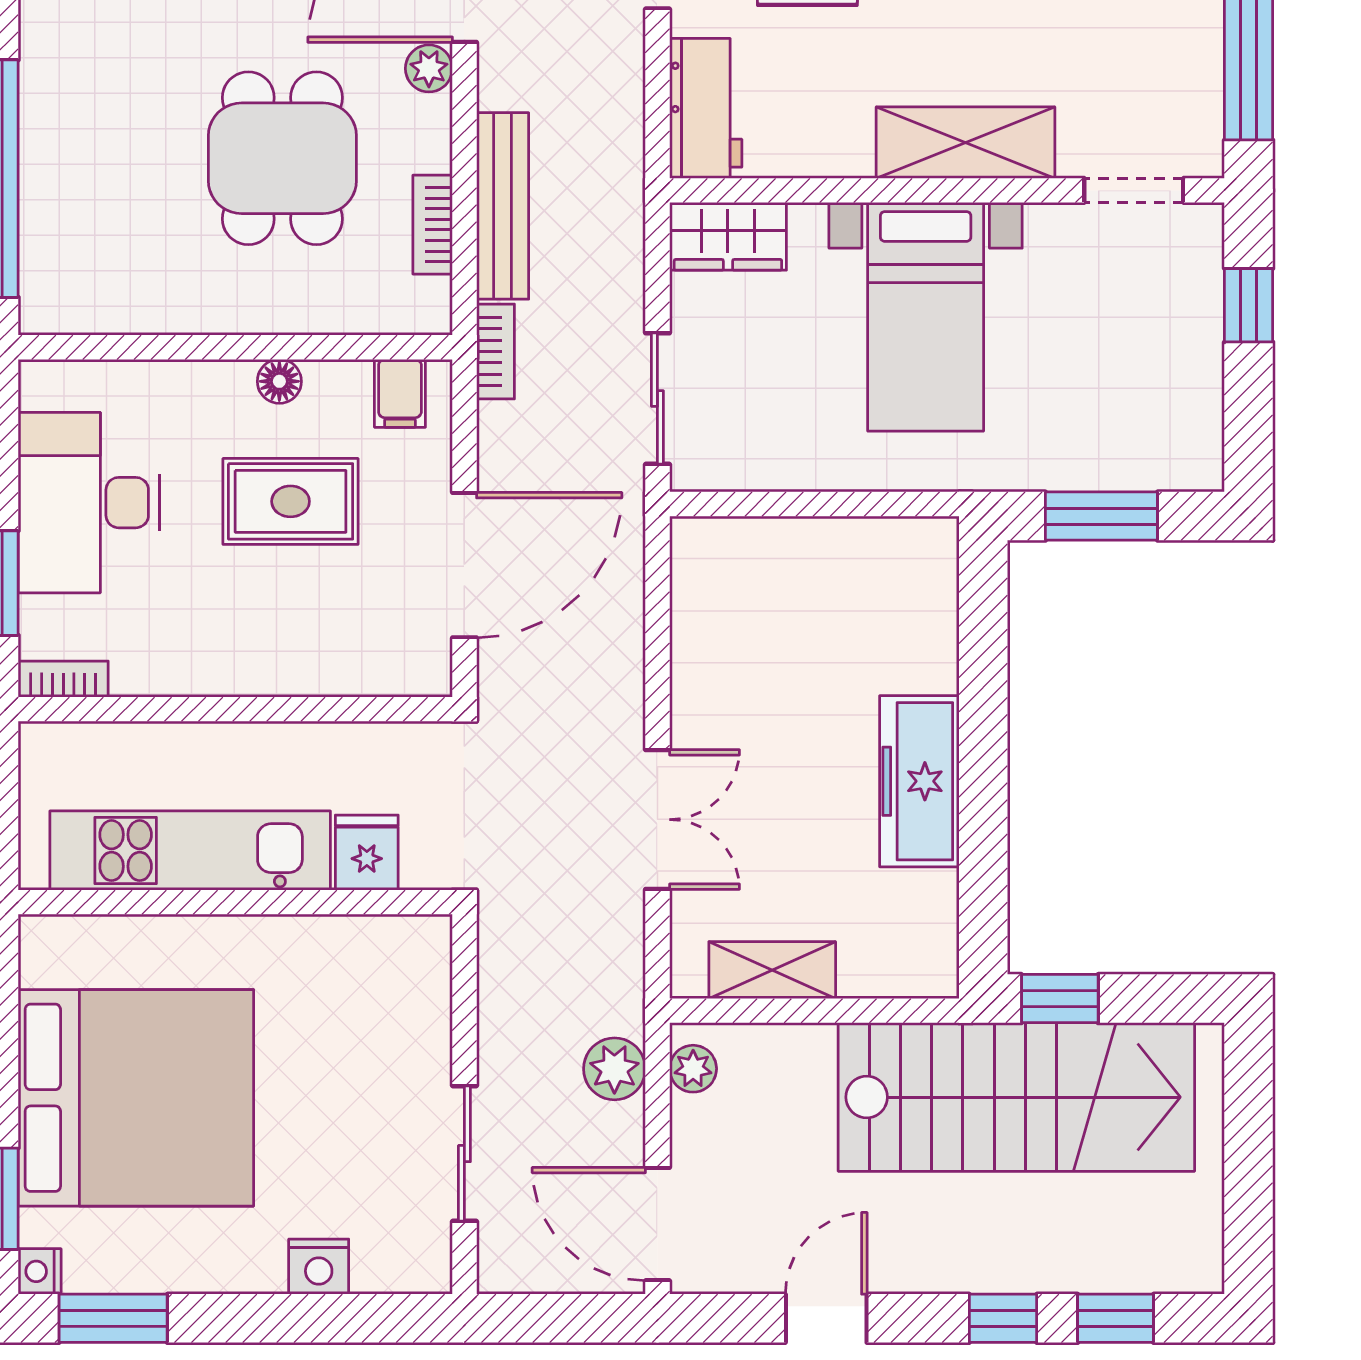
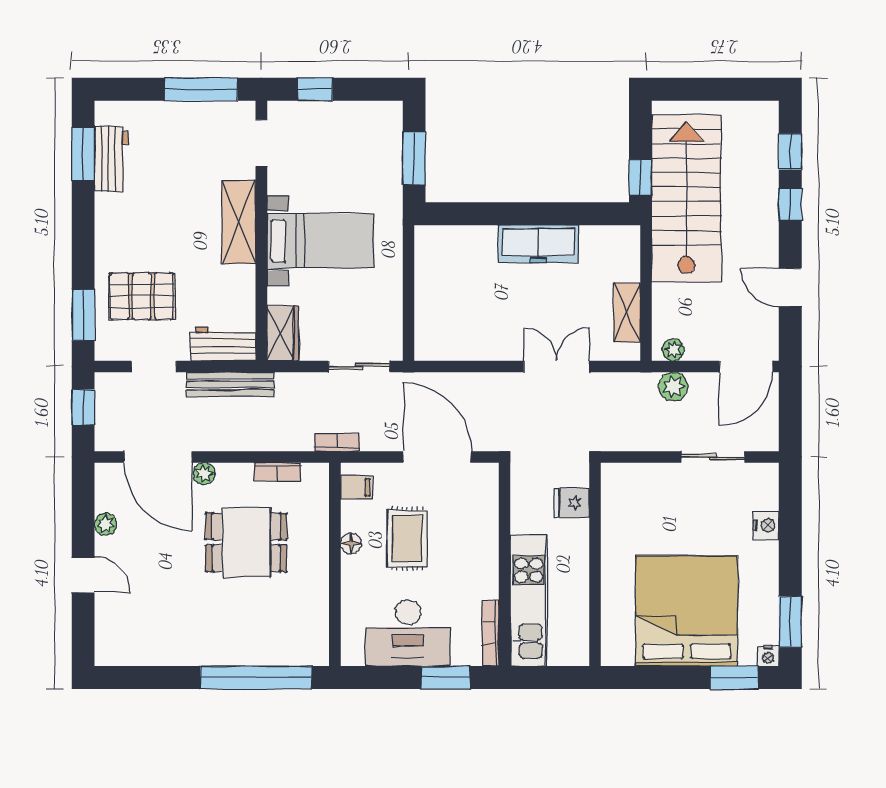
bench: (503, 206) -> (230, 384), moved
bookcase: (63, 679) -> (490, 633), width x1.56
kitchen unit: (190, 851) -> (529, 600), moved, turned 180

